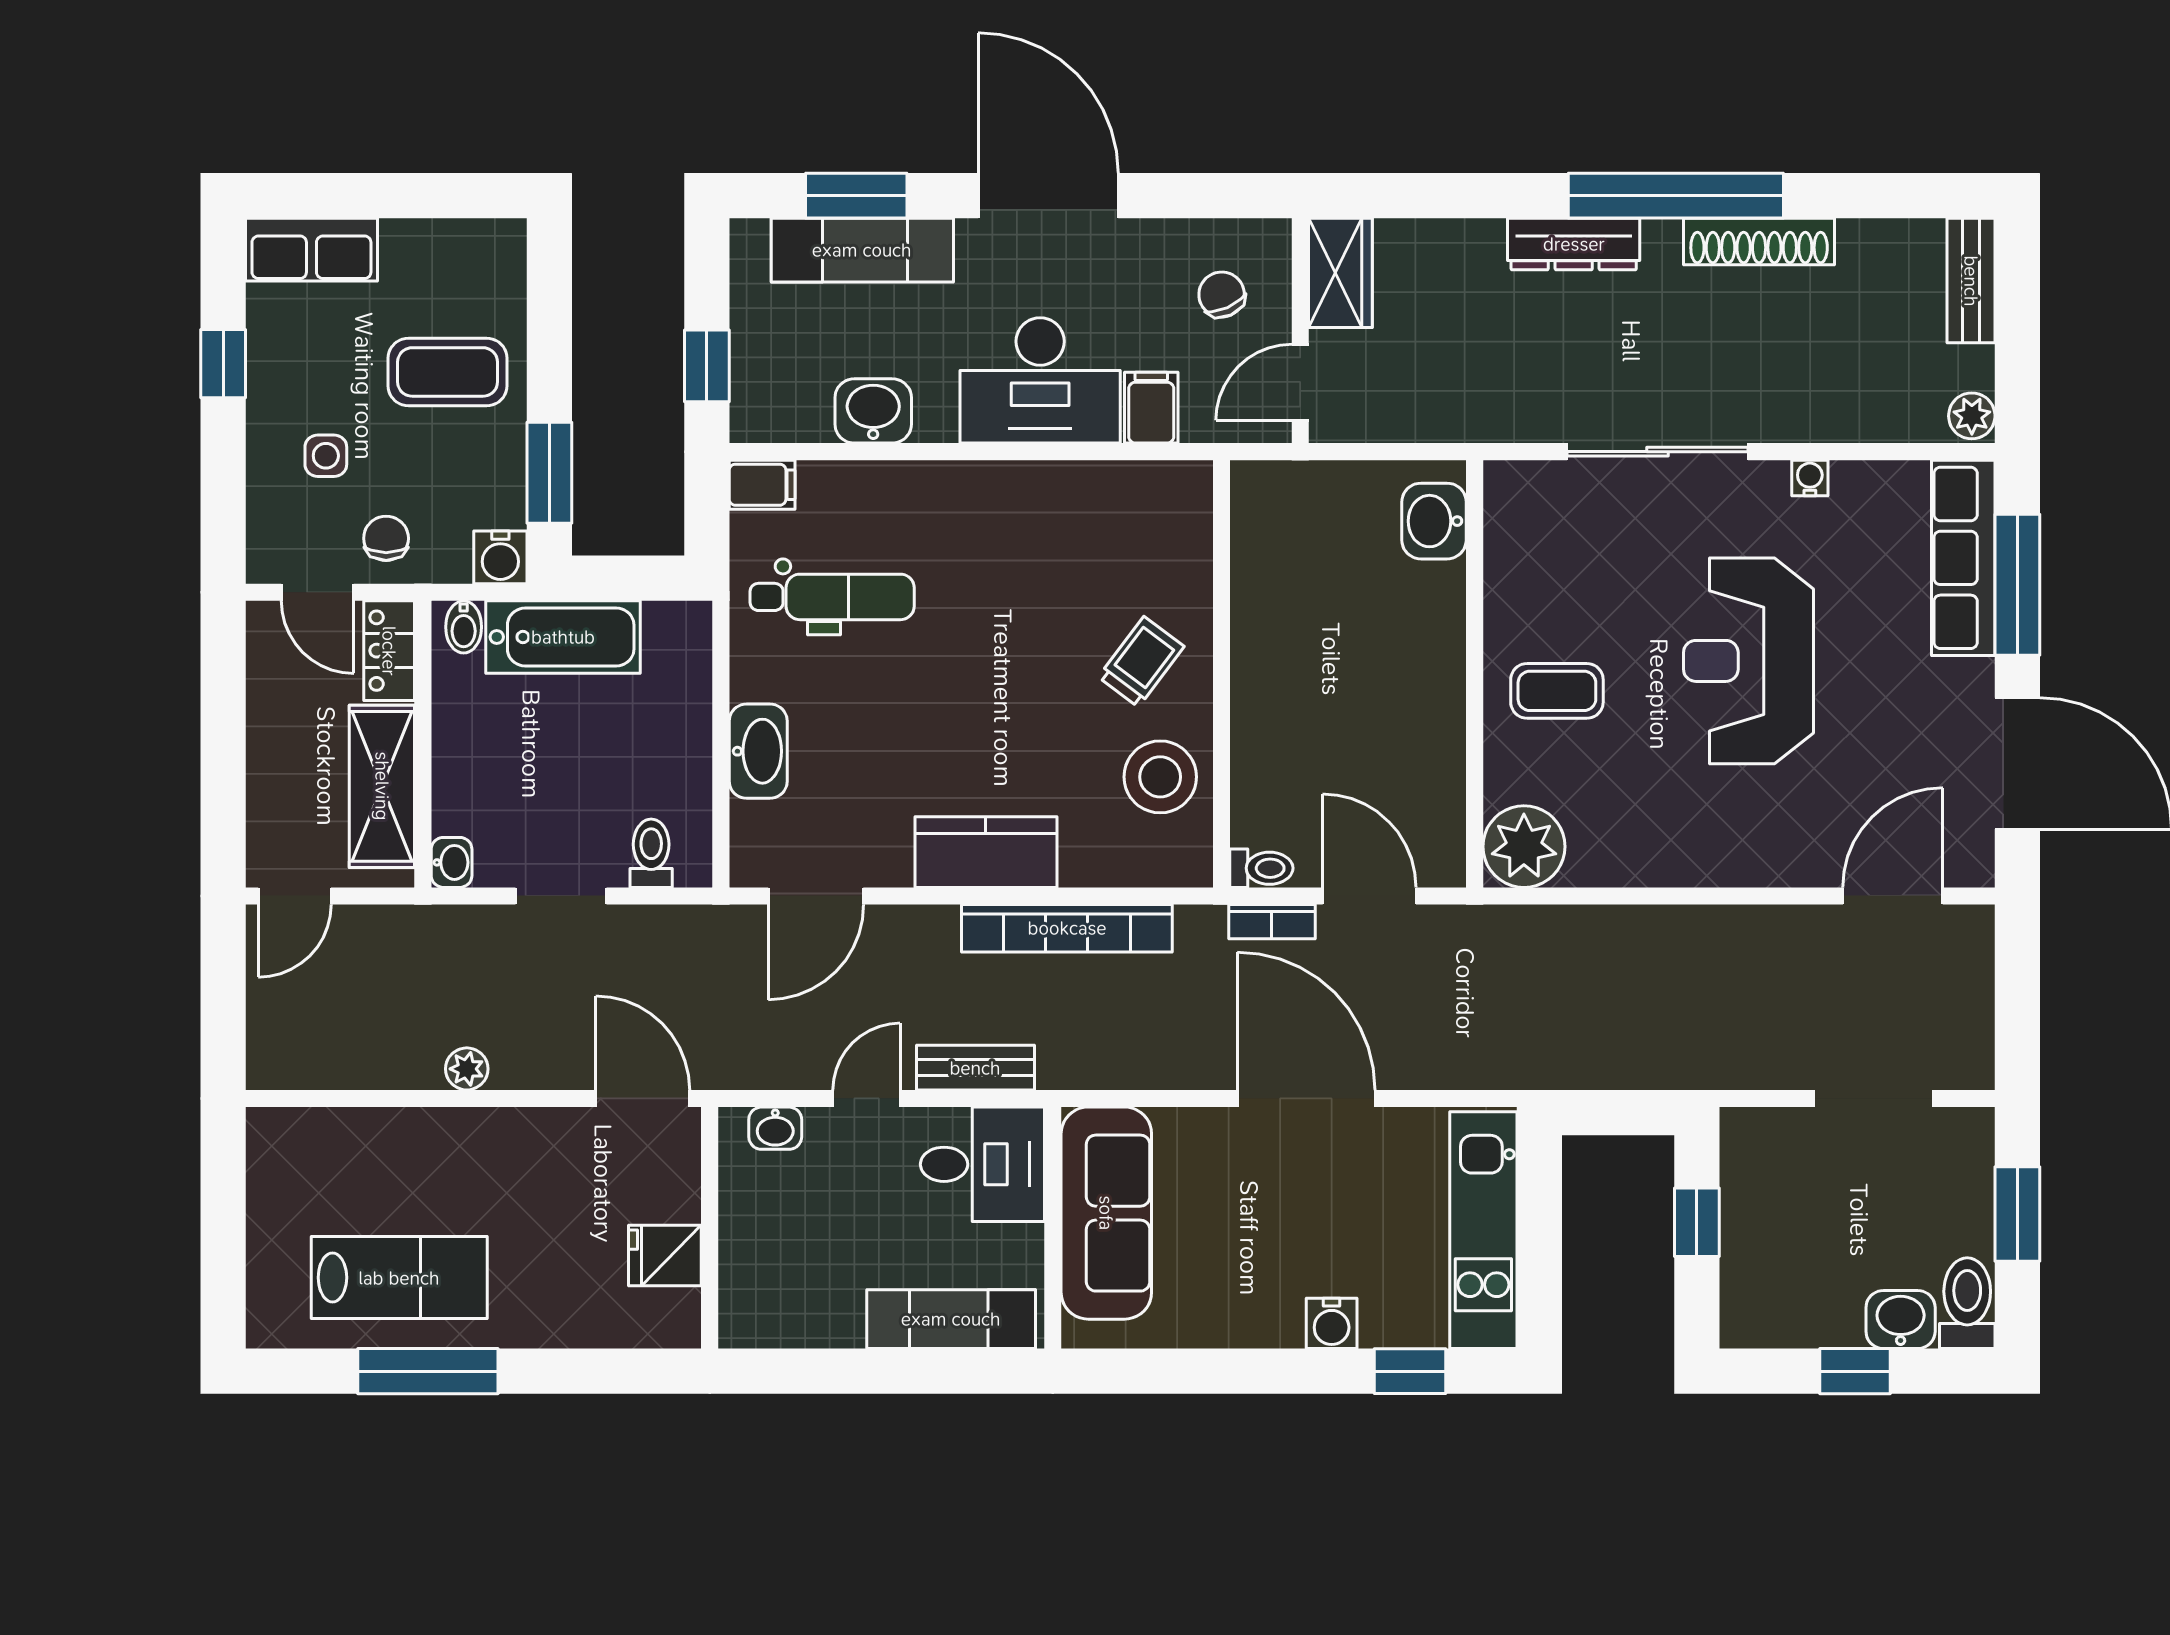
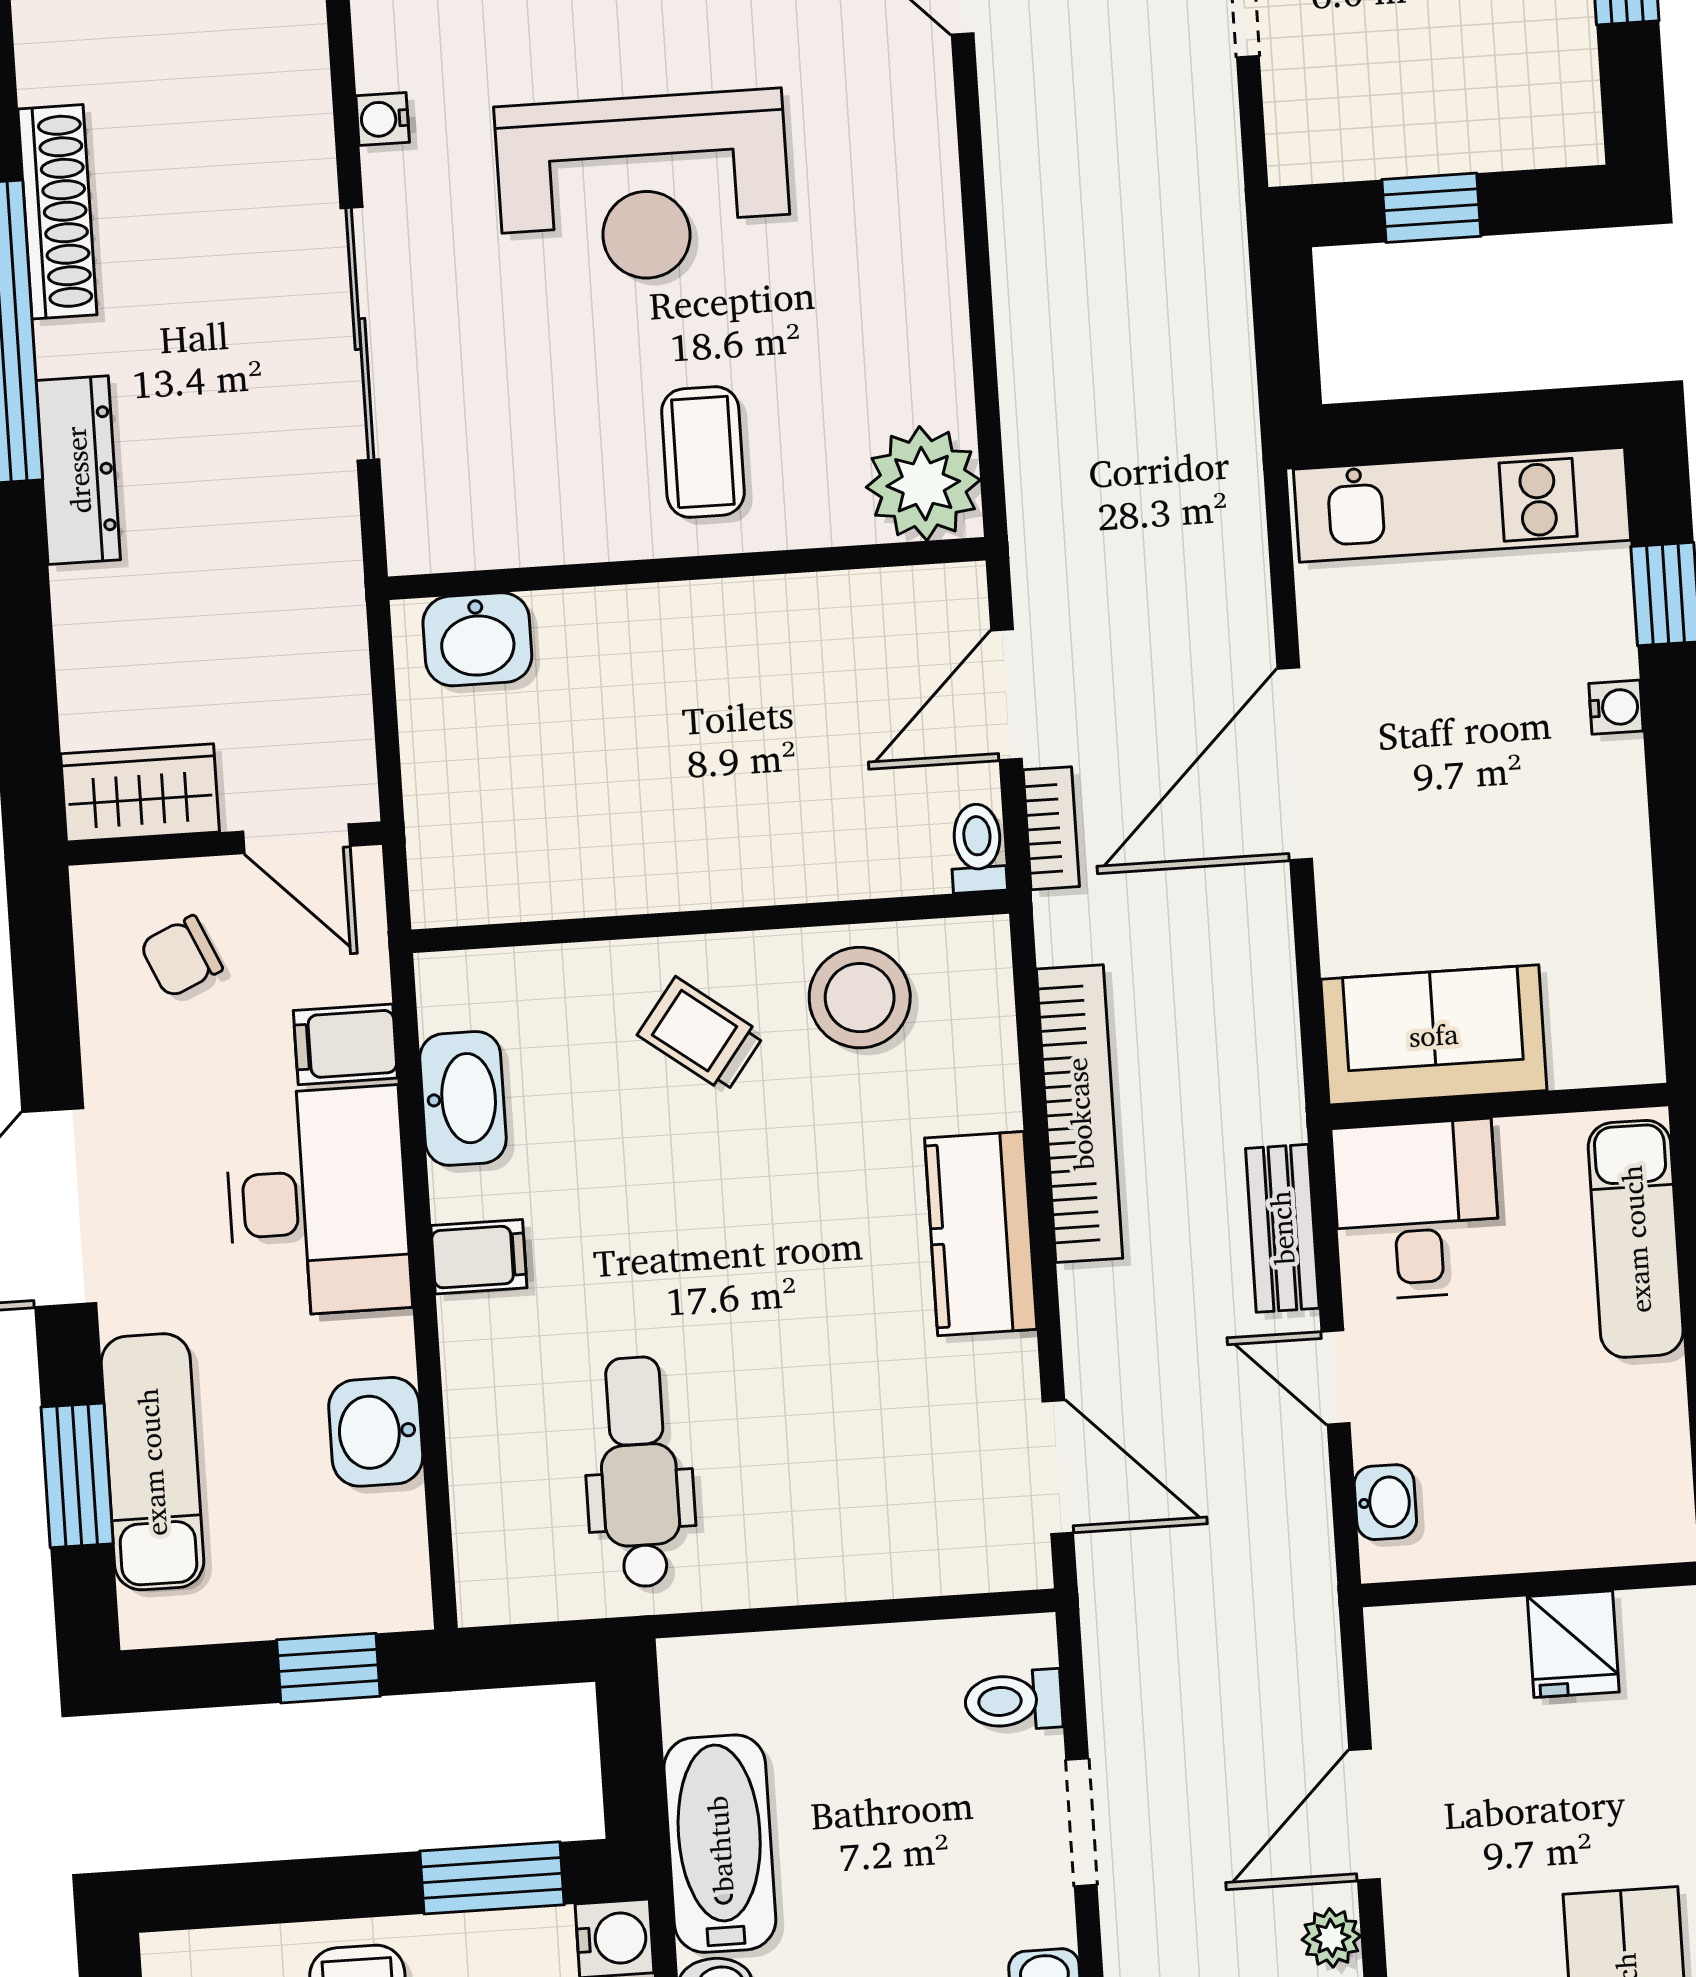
filing cabinet: (762, 485) -> (479, 1257), moved, turned 90
washbasin: (758, 751) -> (463, 1098), moved, turned 90
door: (643, 1098) -> (1365, 1815), moved
sofa: (1106, 1213) -> (1434, 1035), width x0.73
water cooler: (1332, 1323) -> (1616, 707), width x0.72, depth x0.72

